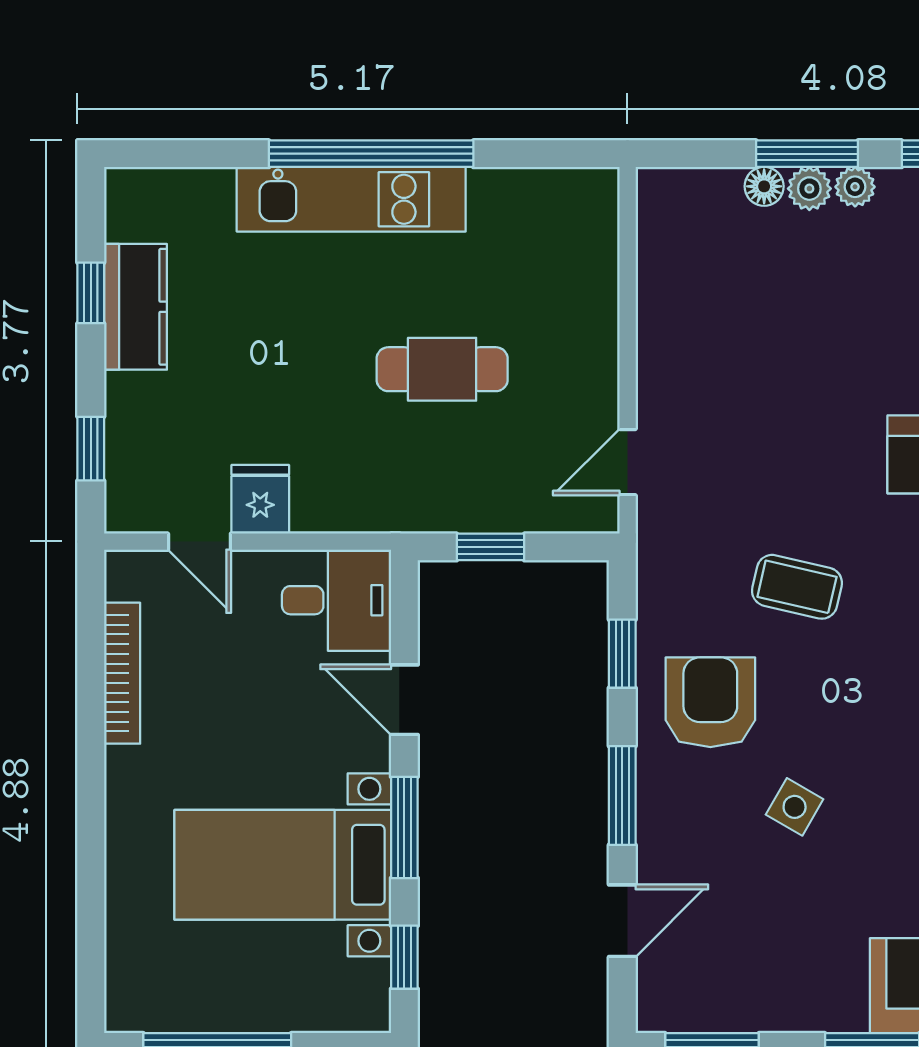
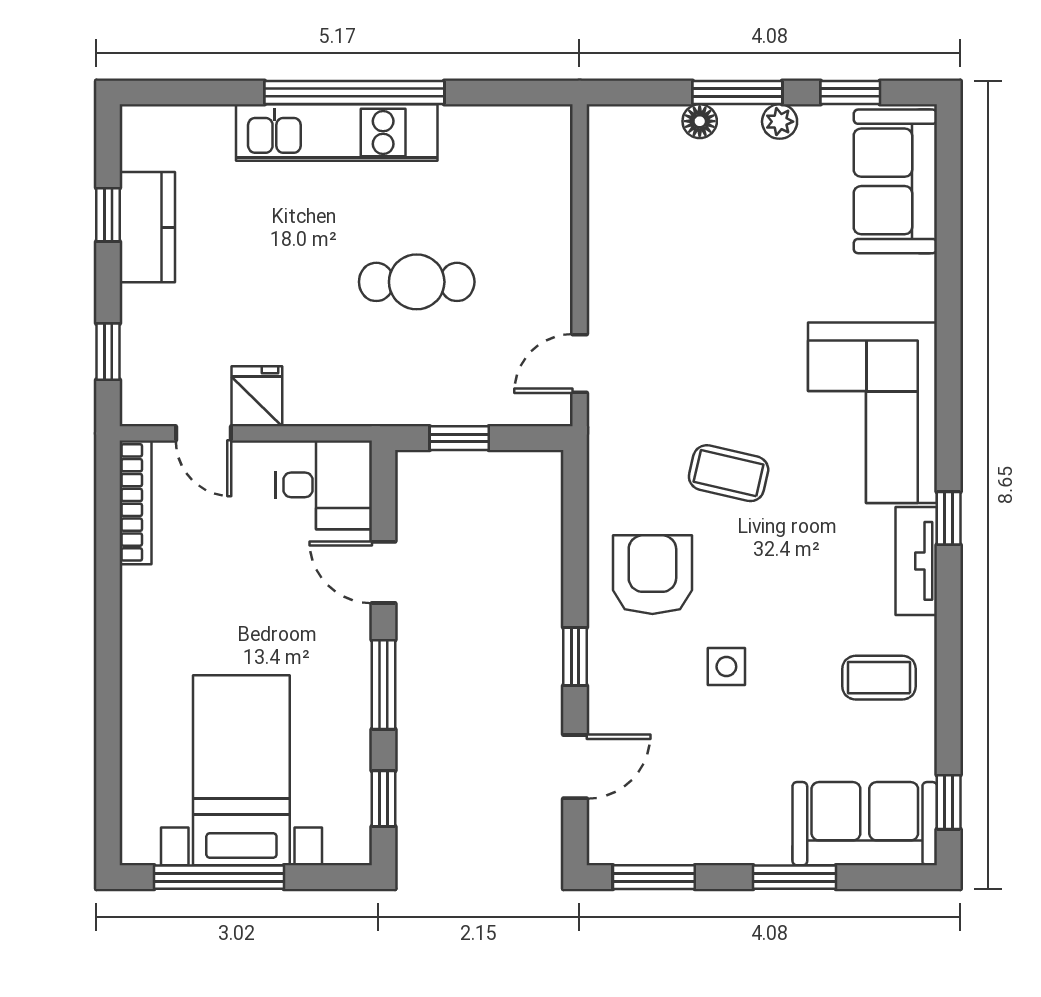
plant: (809, 189) -> (739, 123), removed
window: (622, 654) -> (575, 532), removed
bookcase: (122, 673) -> (135, 502), moved
window: (622, 795) -> (575, 657), width x0.67
side table: (795, 807) -> (726, 667), turned -30
bed with nightstands: (283, 865) -> (241, 770), moved, turned 90

